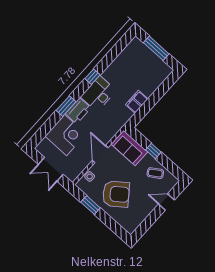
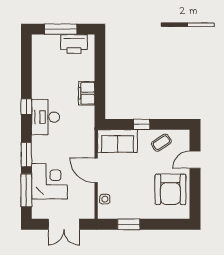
printer: (78, 111) -> (74, 44), moved, turned 90
window: (46, 128) -> (26, 190), added
armchair: (116, 194) -> (170, 189), moved, turned 127

